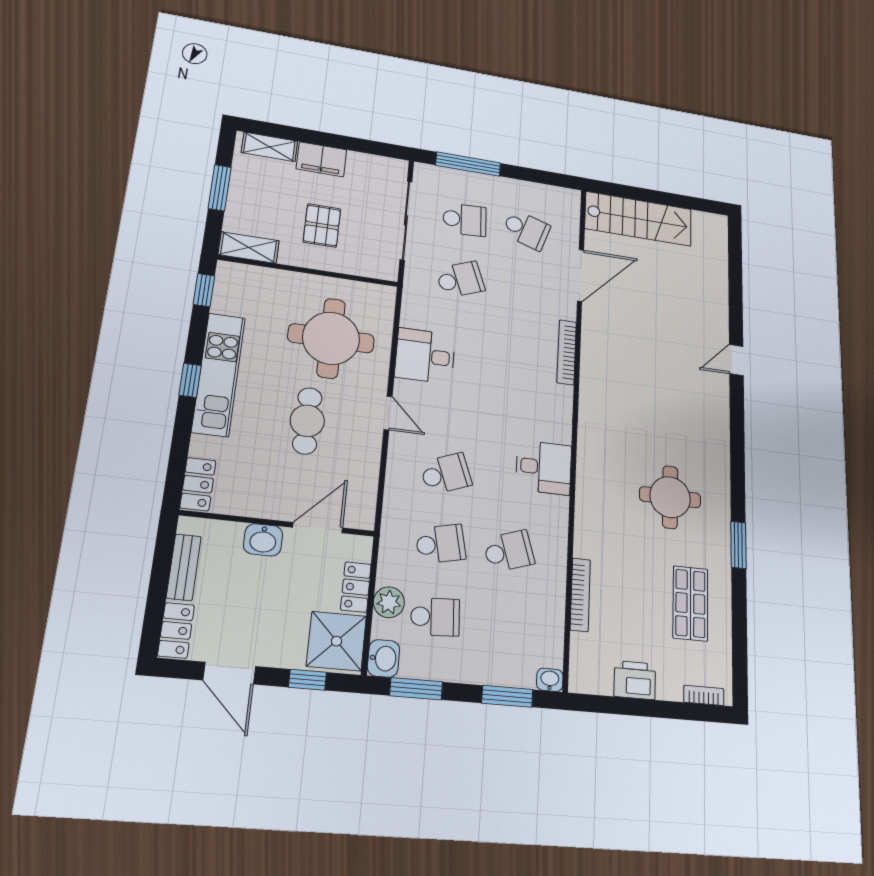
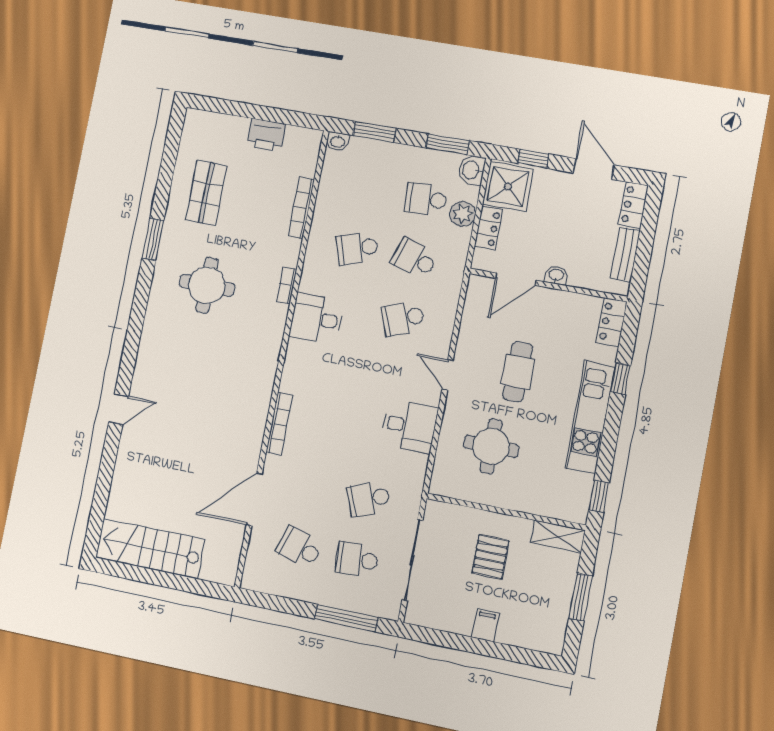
shelving: (270, 147) -> (533, 639), removed
filing cabinet: (321, 159) -> (485, 625), width x0.50
stairs: (638, 219) -> (150, 549), moved
round table: (331, 338) -> (491, 446), width x0.73, depth x0.73
window: (190, 380) -> (620, 379), moved
washbasin: (263, 540) -> (556, 275), width x0.72, depth x0.69
school desk: (441, 544) -> (415, 259), turned 30
bookcase: (704, 695) -> (287, 285), moved, turned 90

